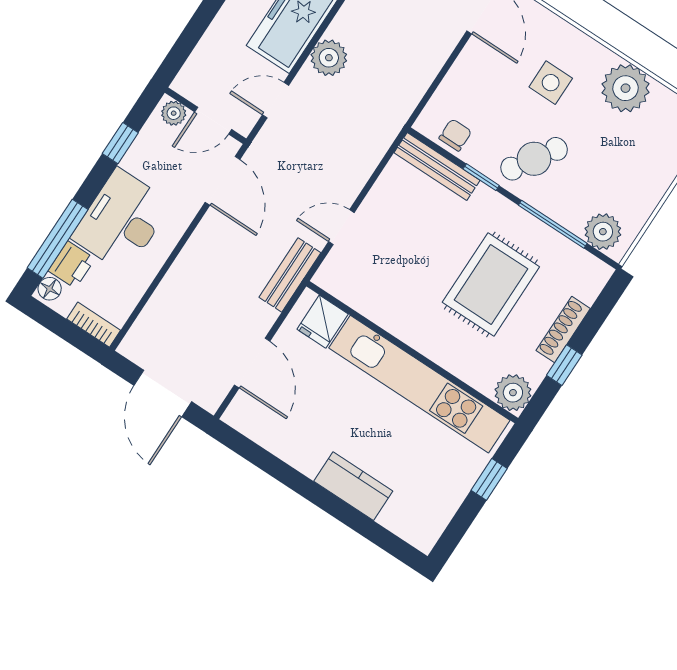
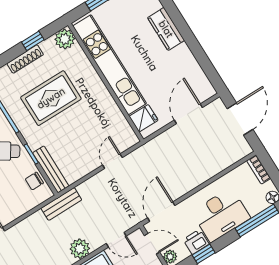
door: (341, 227) -> (112, 161), swing flipped
printer: (72, 265) -> (196, 242), moved
bench: (290, 275) -> (61, 204), moved

